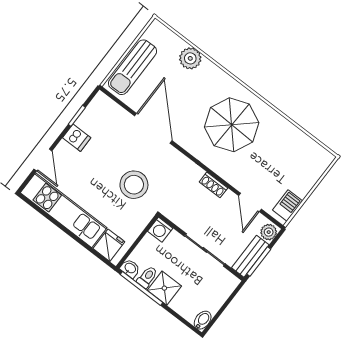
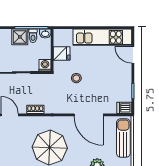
dishwasher: (77, 138) -> (124, 108), moved
stool: (134, 185) -> (76, 78), width x0.53, depth x0.53
fridge: (109, 245) -> (62, 54), moved, turned -90

